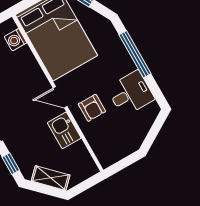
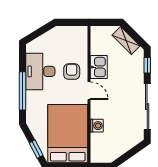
washing machine: (16, 40) -> (97, 126), moved
desk: (131, 93) -> (40, 71), width x1.37

